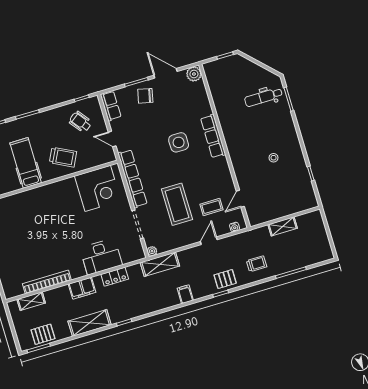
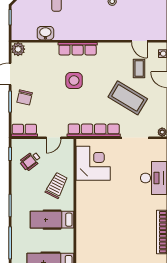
washbasin: (219, 98) -> (45, 33), added
coffee table: (177, 204) -> (128, 98), turned 31

